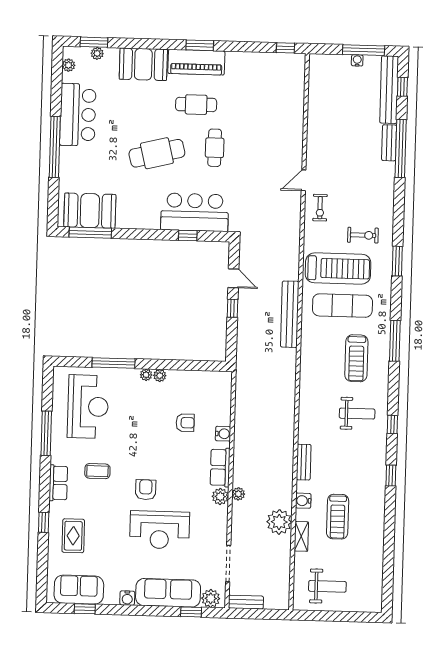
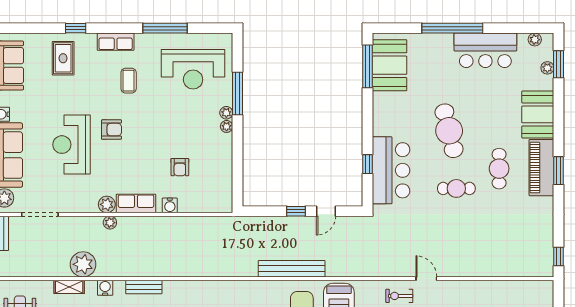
plant: (160, 376) -> (226, 113), moved
rug: (73, 536) -> (63, 58), turned 90

